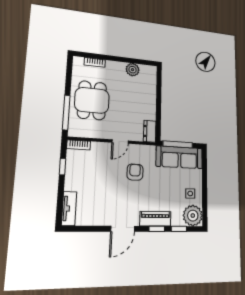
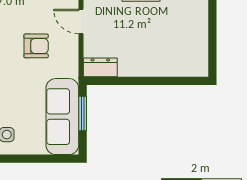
plant: (133, 70) -> (198, 37), removed
window: (178, 144) -> (83, 114), width x0.69

